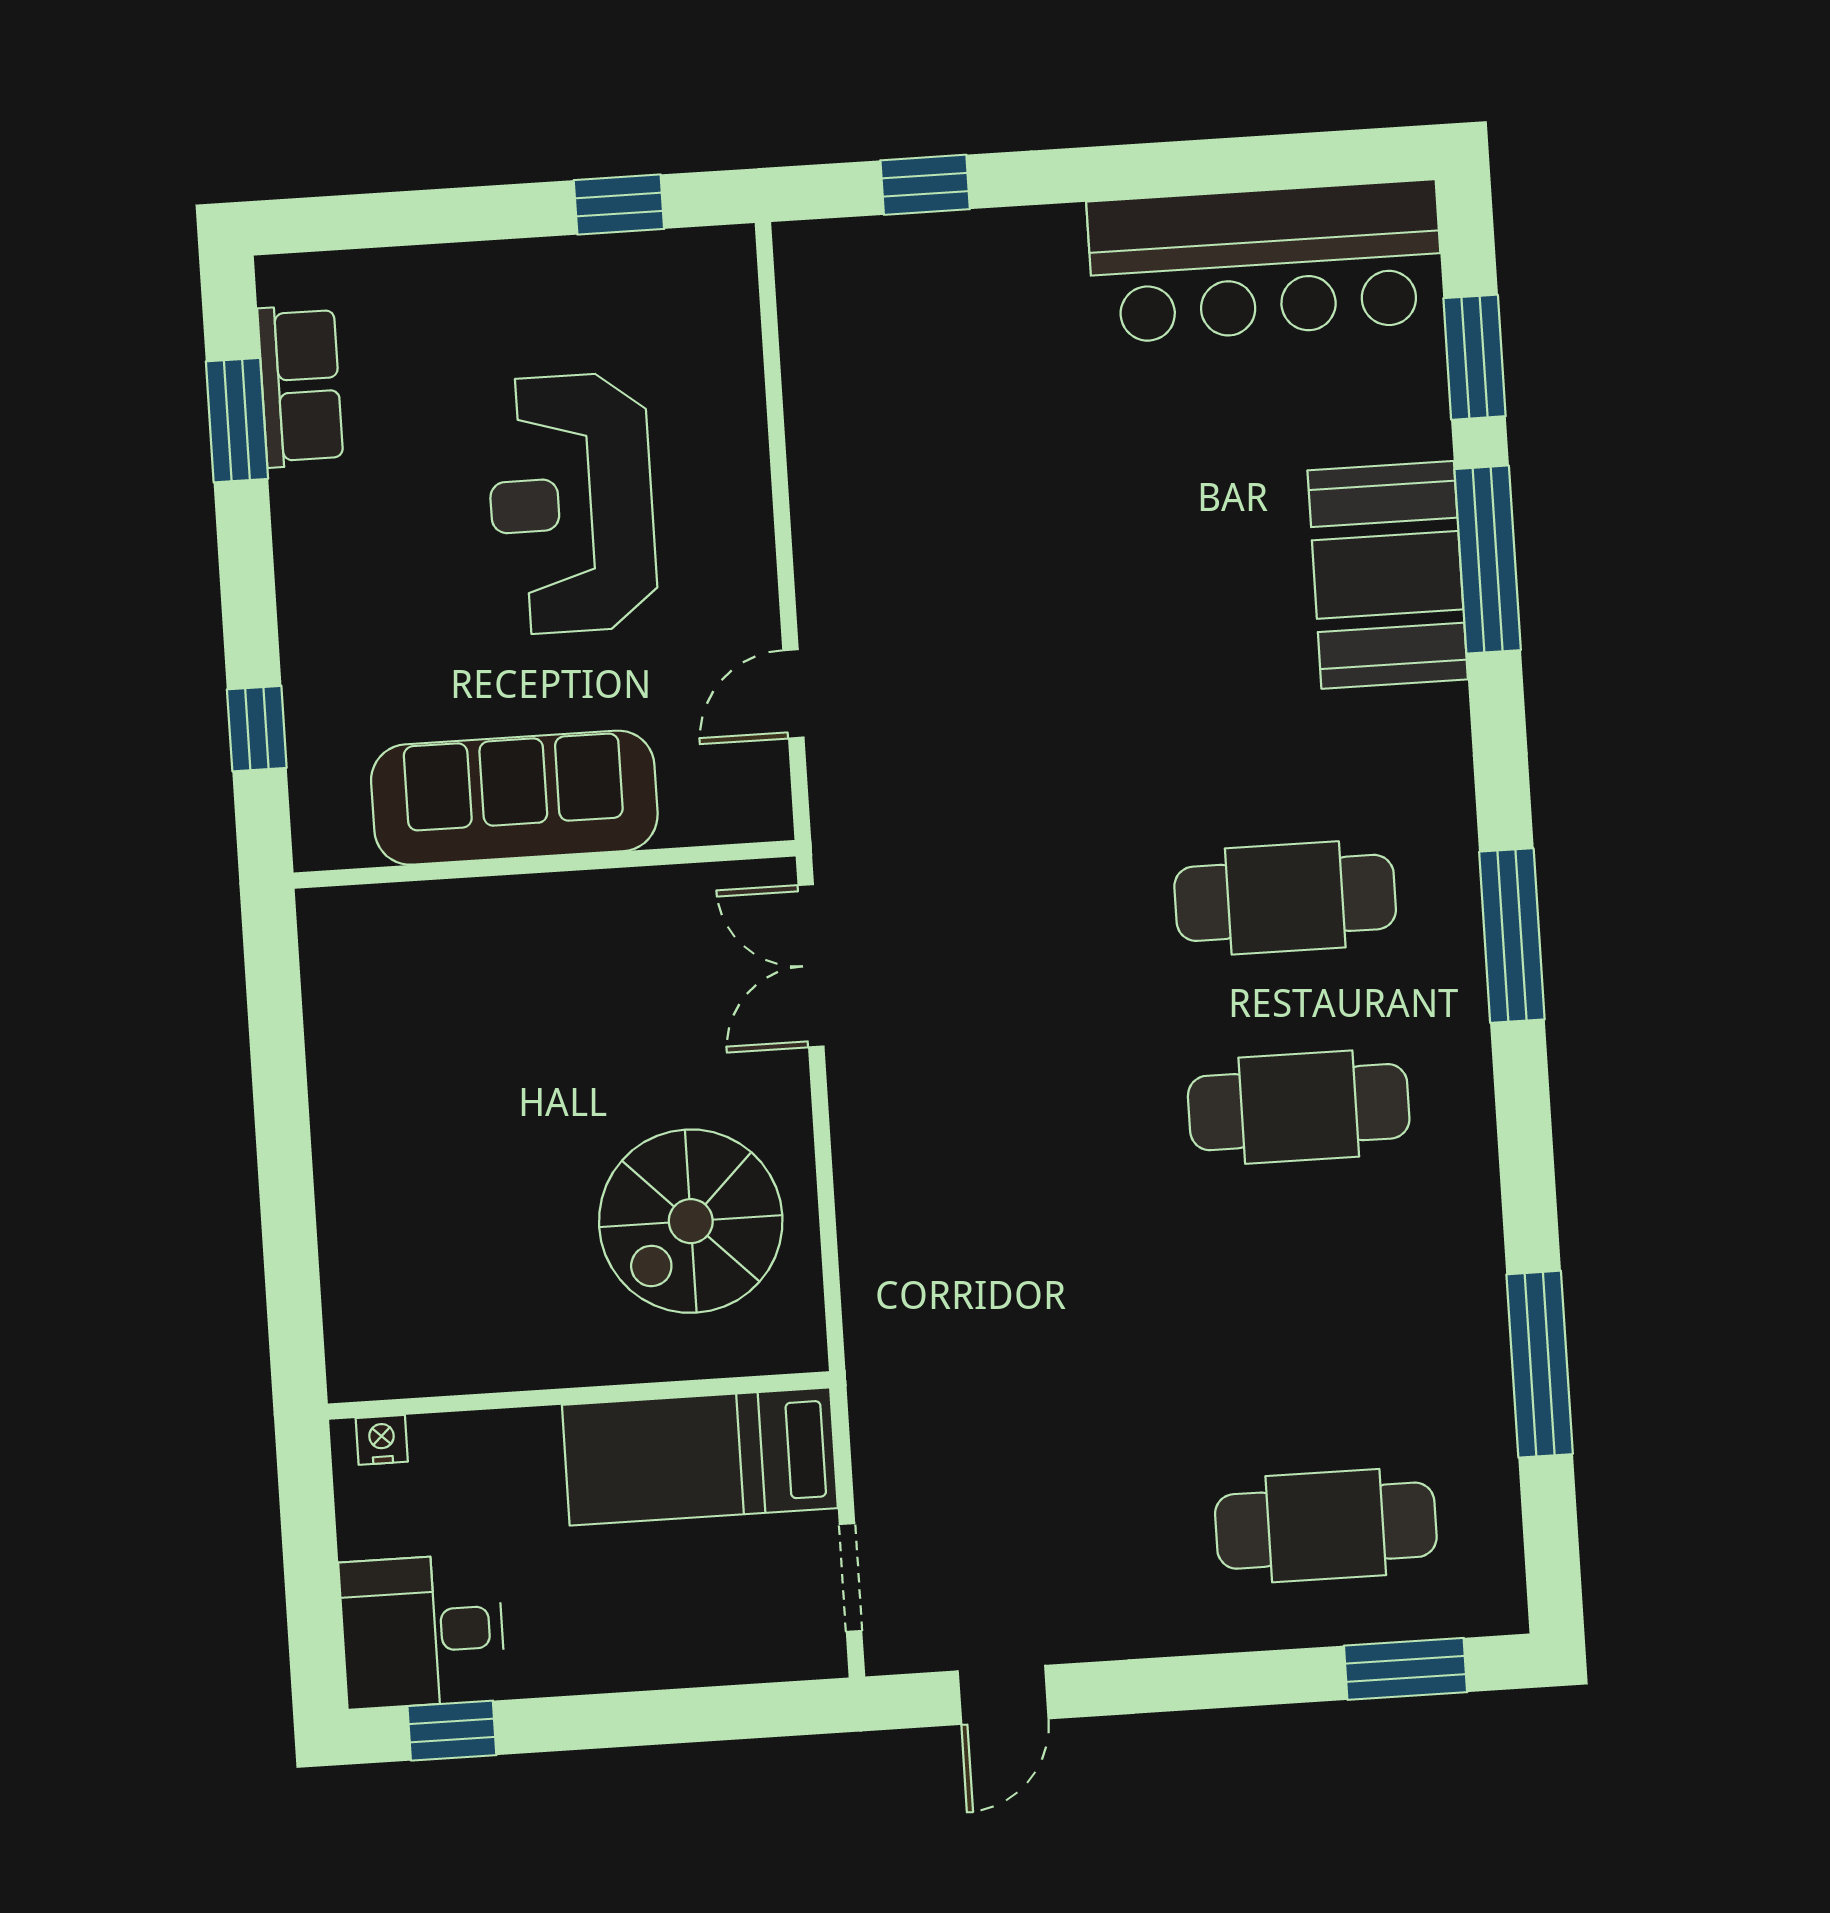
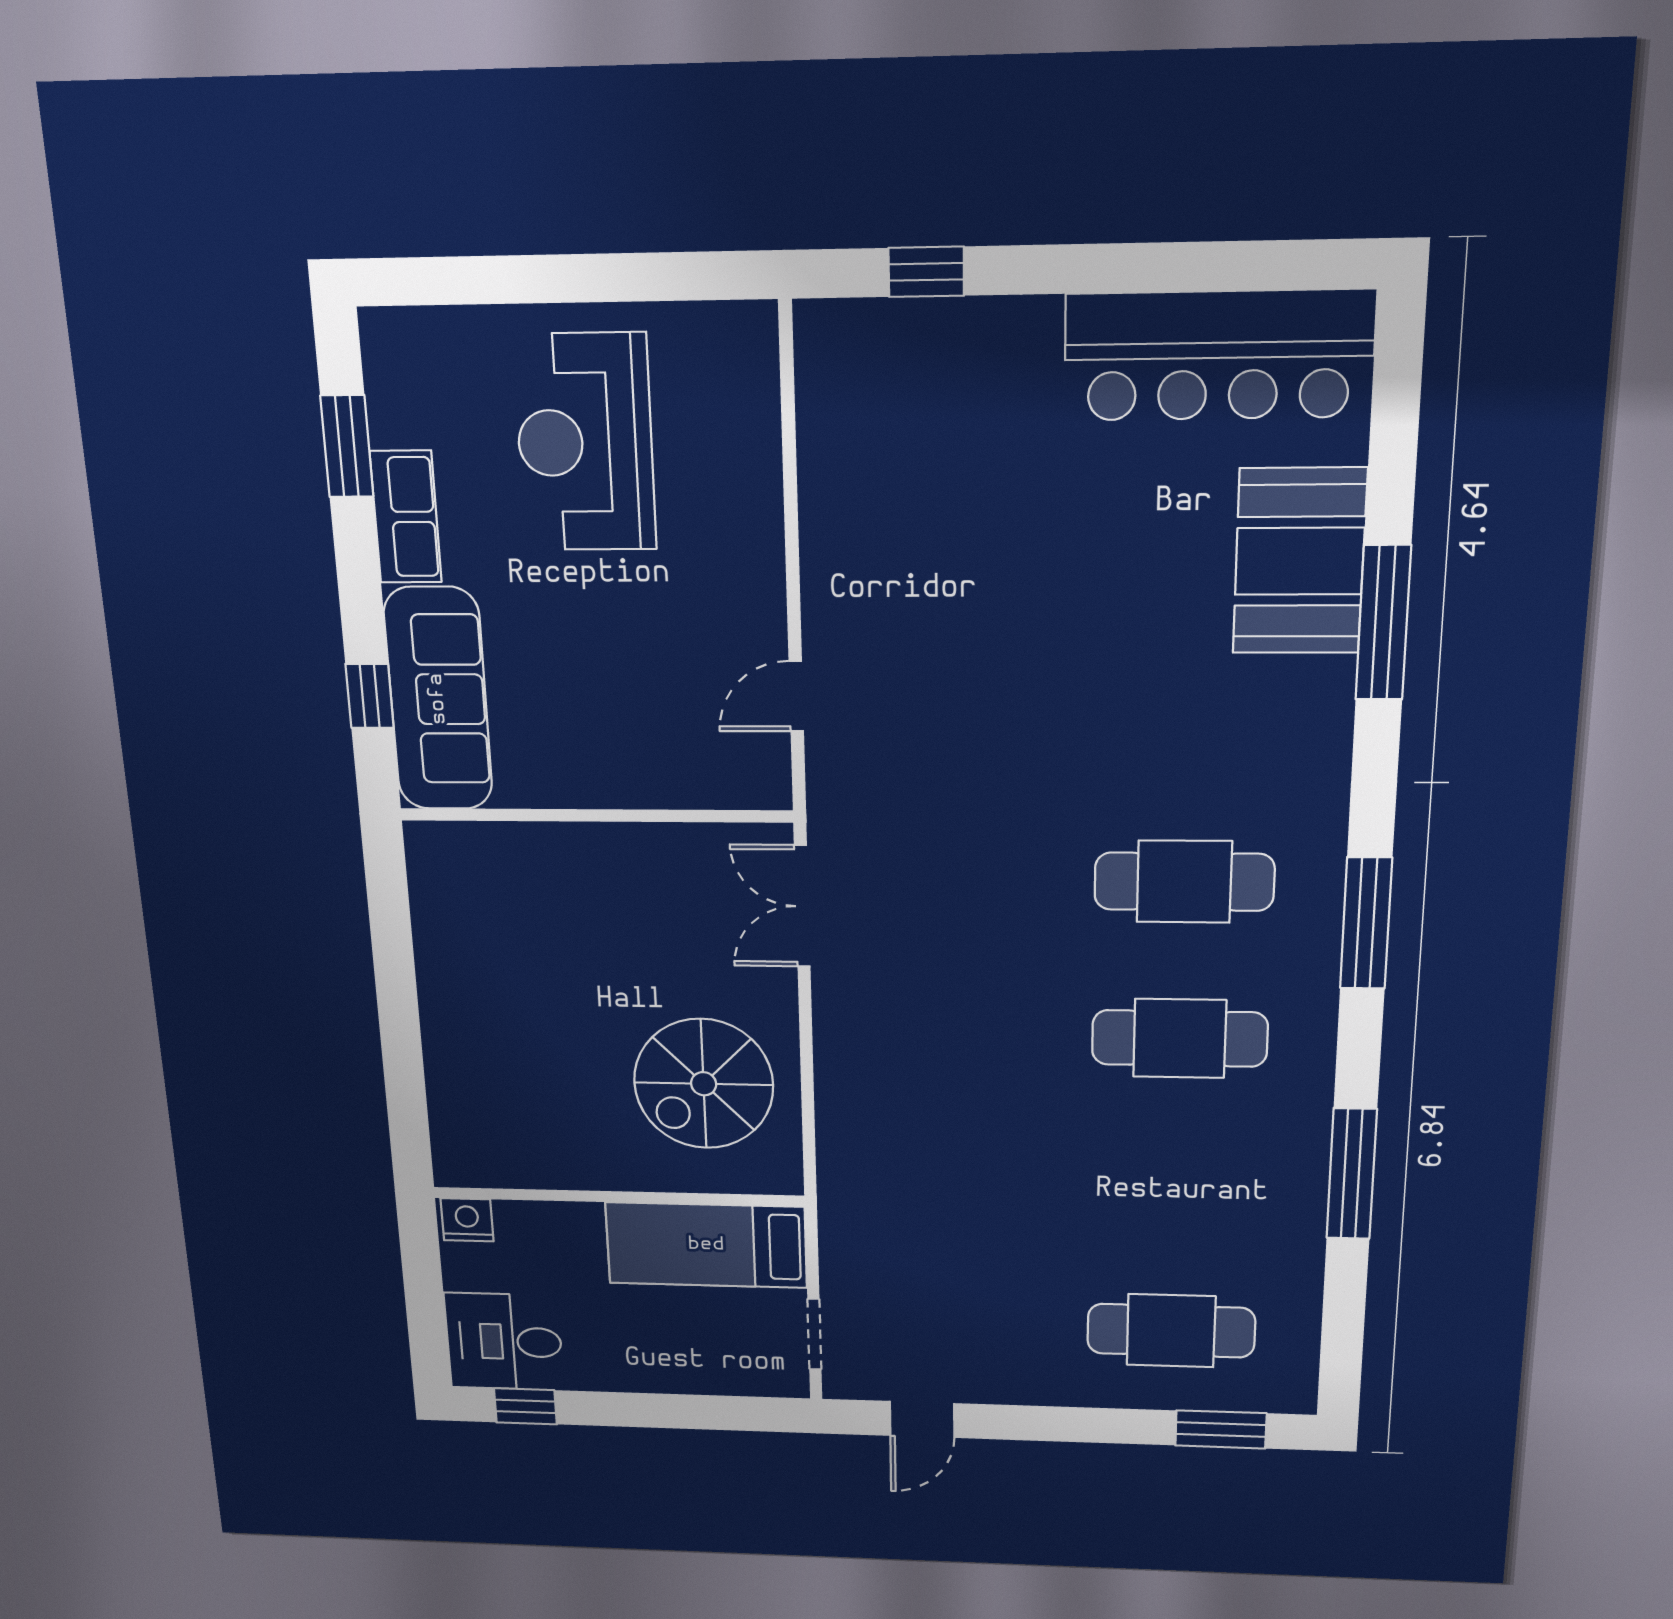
window: (619, 205) -> (663, 277), removed
window: (1475, 357) -> (1393, 450), removed
row of seats: (300, 386) -> (406, 517), moved
reception desk: (571, 503) -> (585, 443), moved
booth: (1388, 575) -> (1299, 561), moved
sofa: (514, 798) -> (438, 699), moved, turned 90
window: (1540, 1364) -> (1352, 1174), moved
nightstand: (382, 1440) -> (467, 1220), width x1.39, depth x1.35

